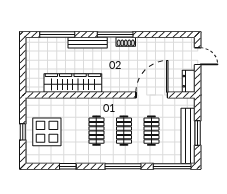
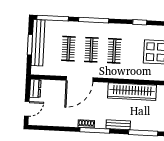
bench: (88, 43) -> (118, 125), width x0.73
door: (198, 56) -> (27, 109), swing flipped
door: (152, 95) -> (80, 79), moved

